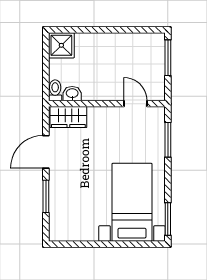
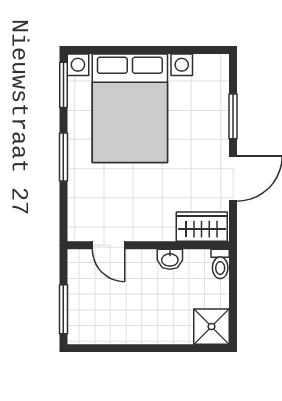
washbasin: (72, 94) -> (170, 259), moved
window: (168, 140) -> (63, 157), moved
bed with nightstands: (132, 202) -> (130, 108), width x1.36

